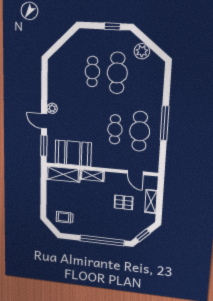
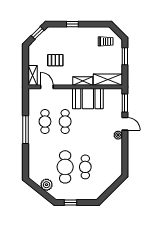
cafe table: (140, 131) -> (45, 122), width x0.73, depth x0.74
booth: (73, 153) -> (88, 99), moved
window: (43, 199) -> (125, 56), added
shelving: (151, 201) -> (33, 75), moved
window: (102, 240) -> (72, 24), width x0.32

